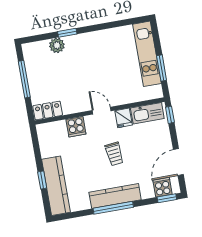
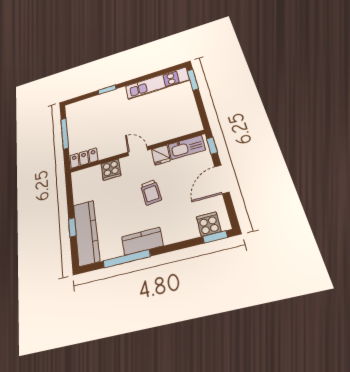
plant: (57, 45) -> (97, 101), removed
kitchen unit: (147, 54) -> (157, 83), moved, turned -90
window: (162, 68) -> (193, 80), moved
door: (178, 162) -> (222, 179), moved
kitchen counter: (115, 196) -> (142, 241), width x0.67
window: (113, 208) -> (127, 259), moved

